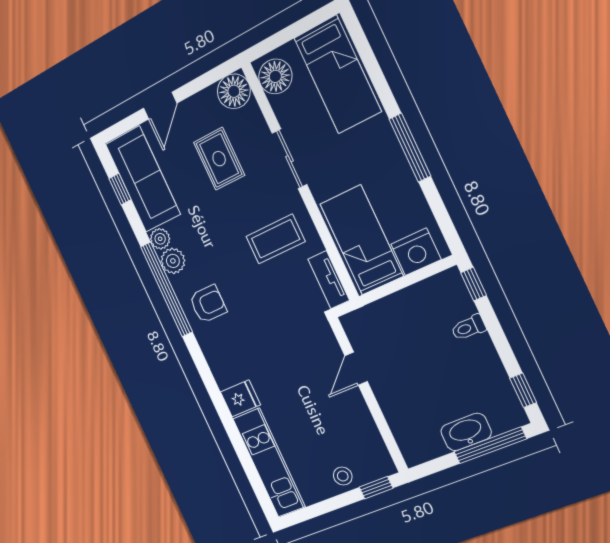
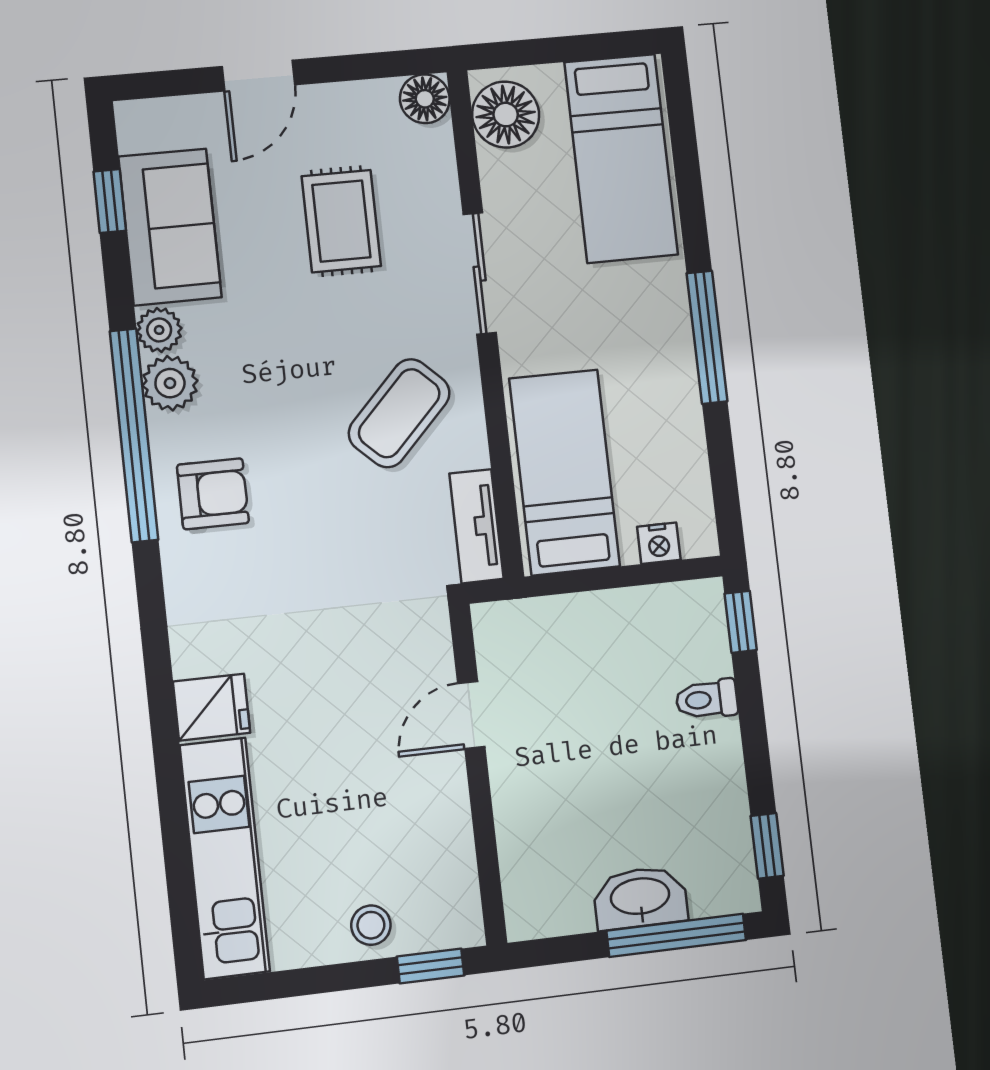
floor lamp: (234, 91) -> (425, 99), width x0.73, depth x0.73
sofa: (143, 179) -> (170, 227), width x0.73
coffee table: (275, 239) -> (399, 413), turned -46
nightstand: (416, 252) -> (659, 543), width x0.53, depth x0.56

